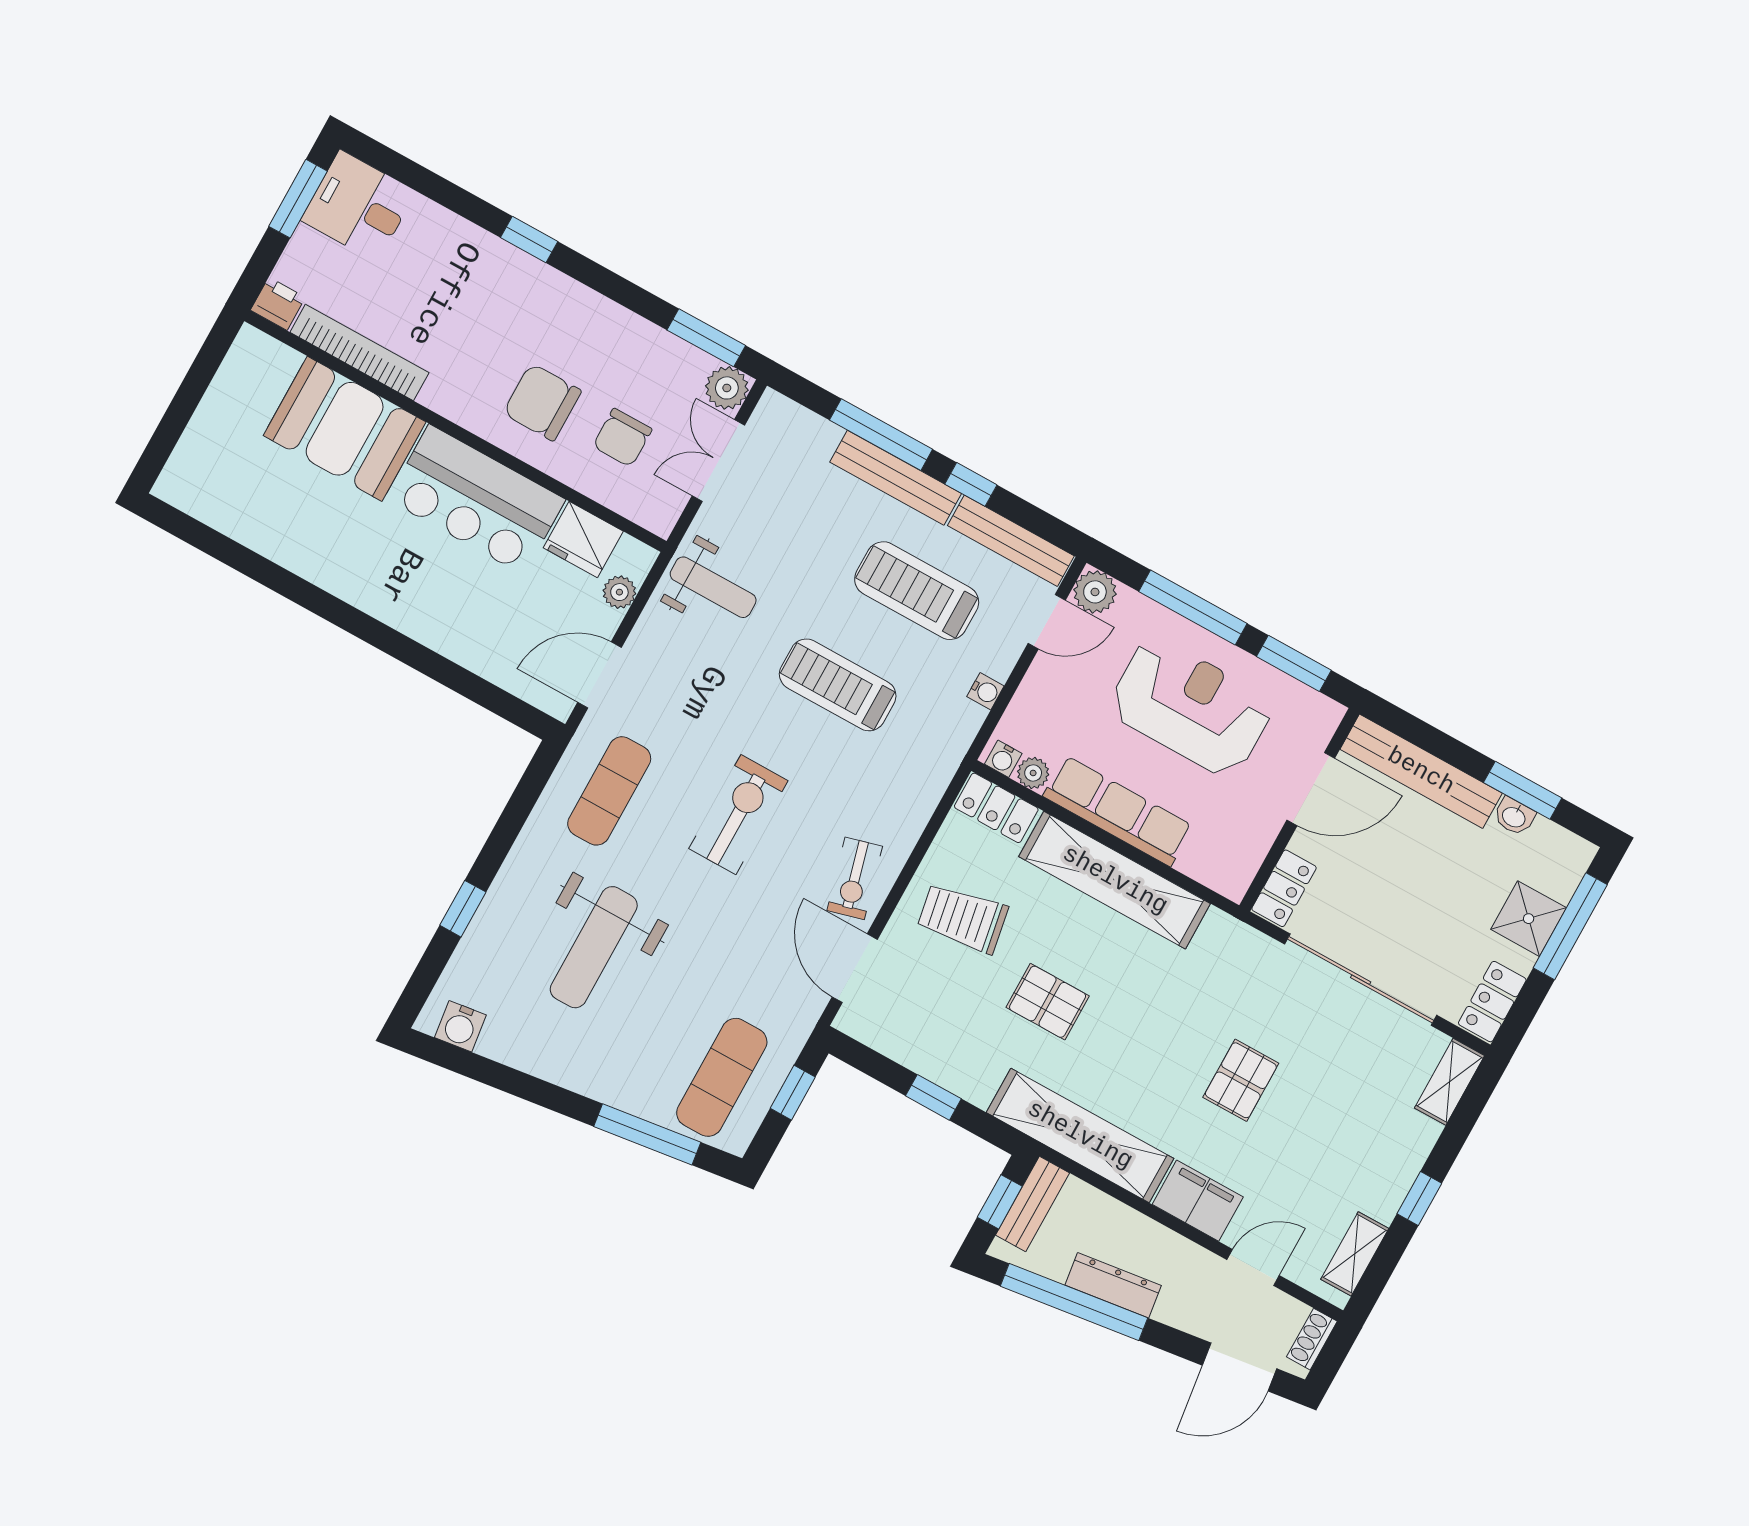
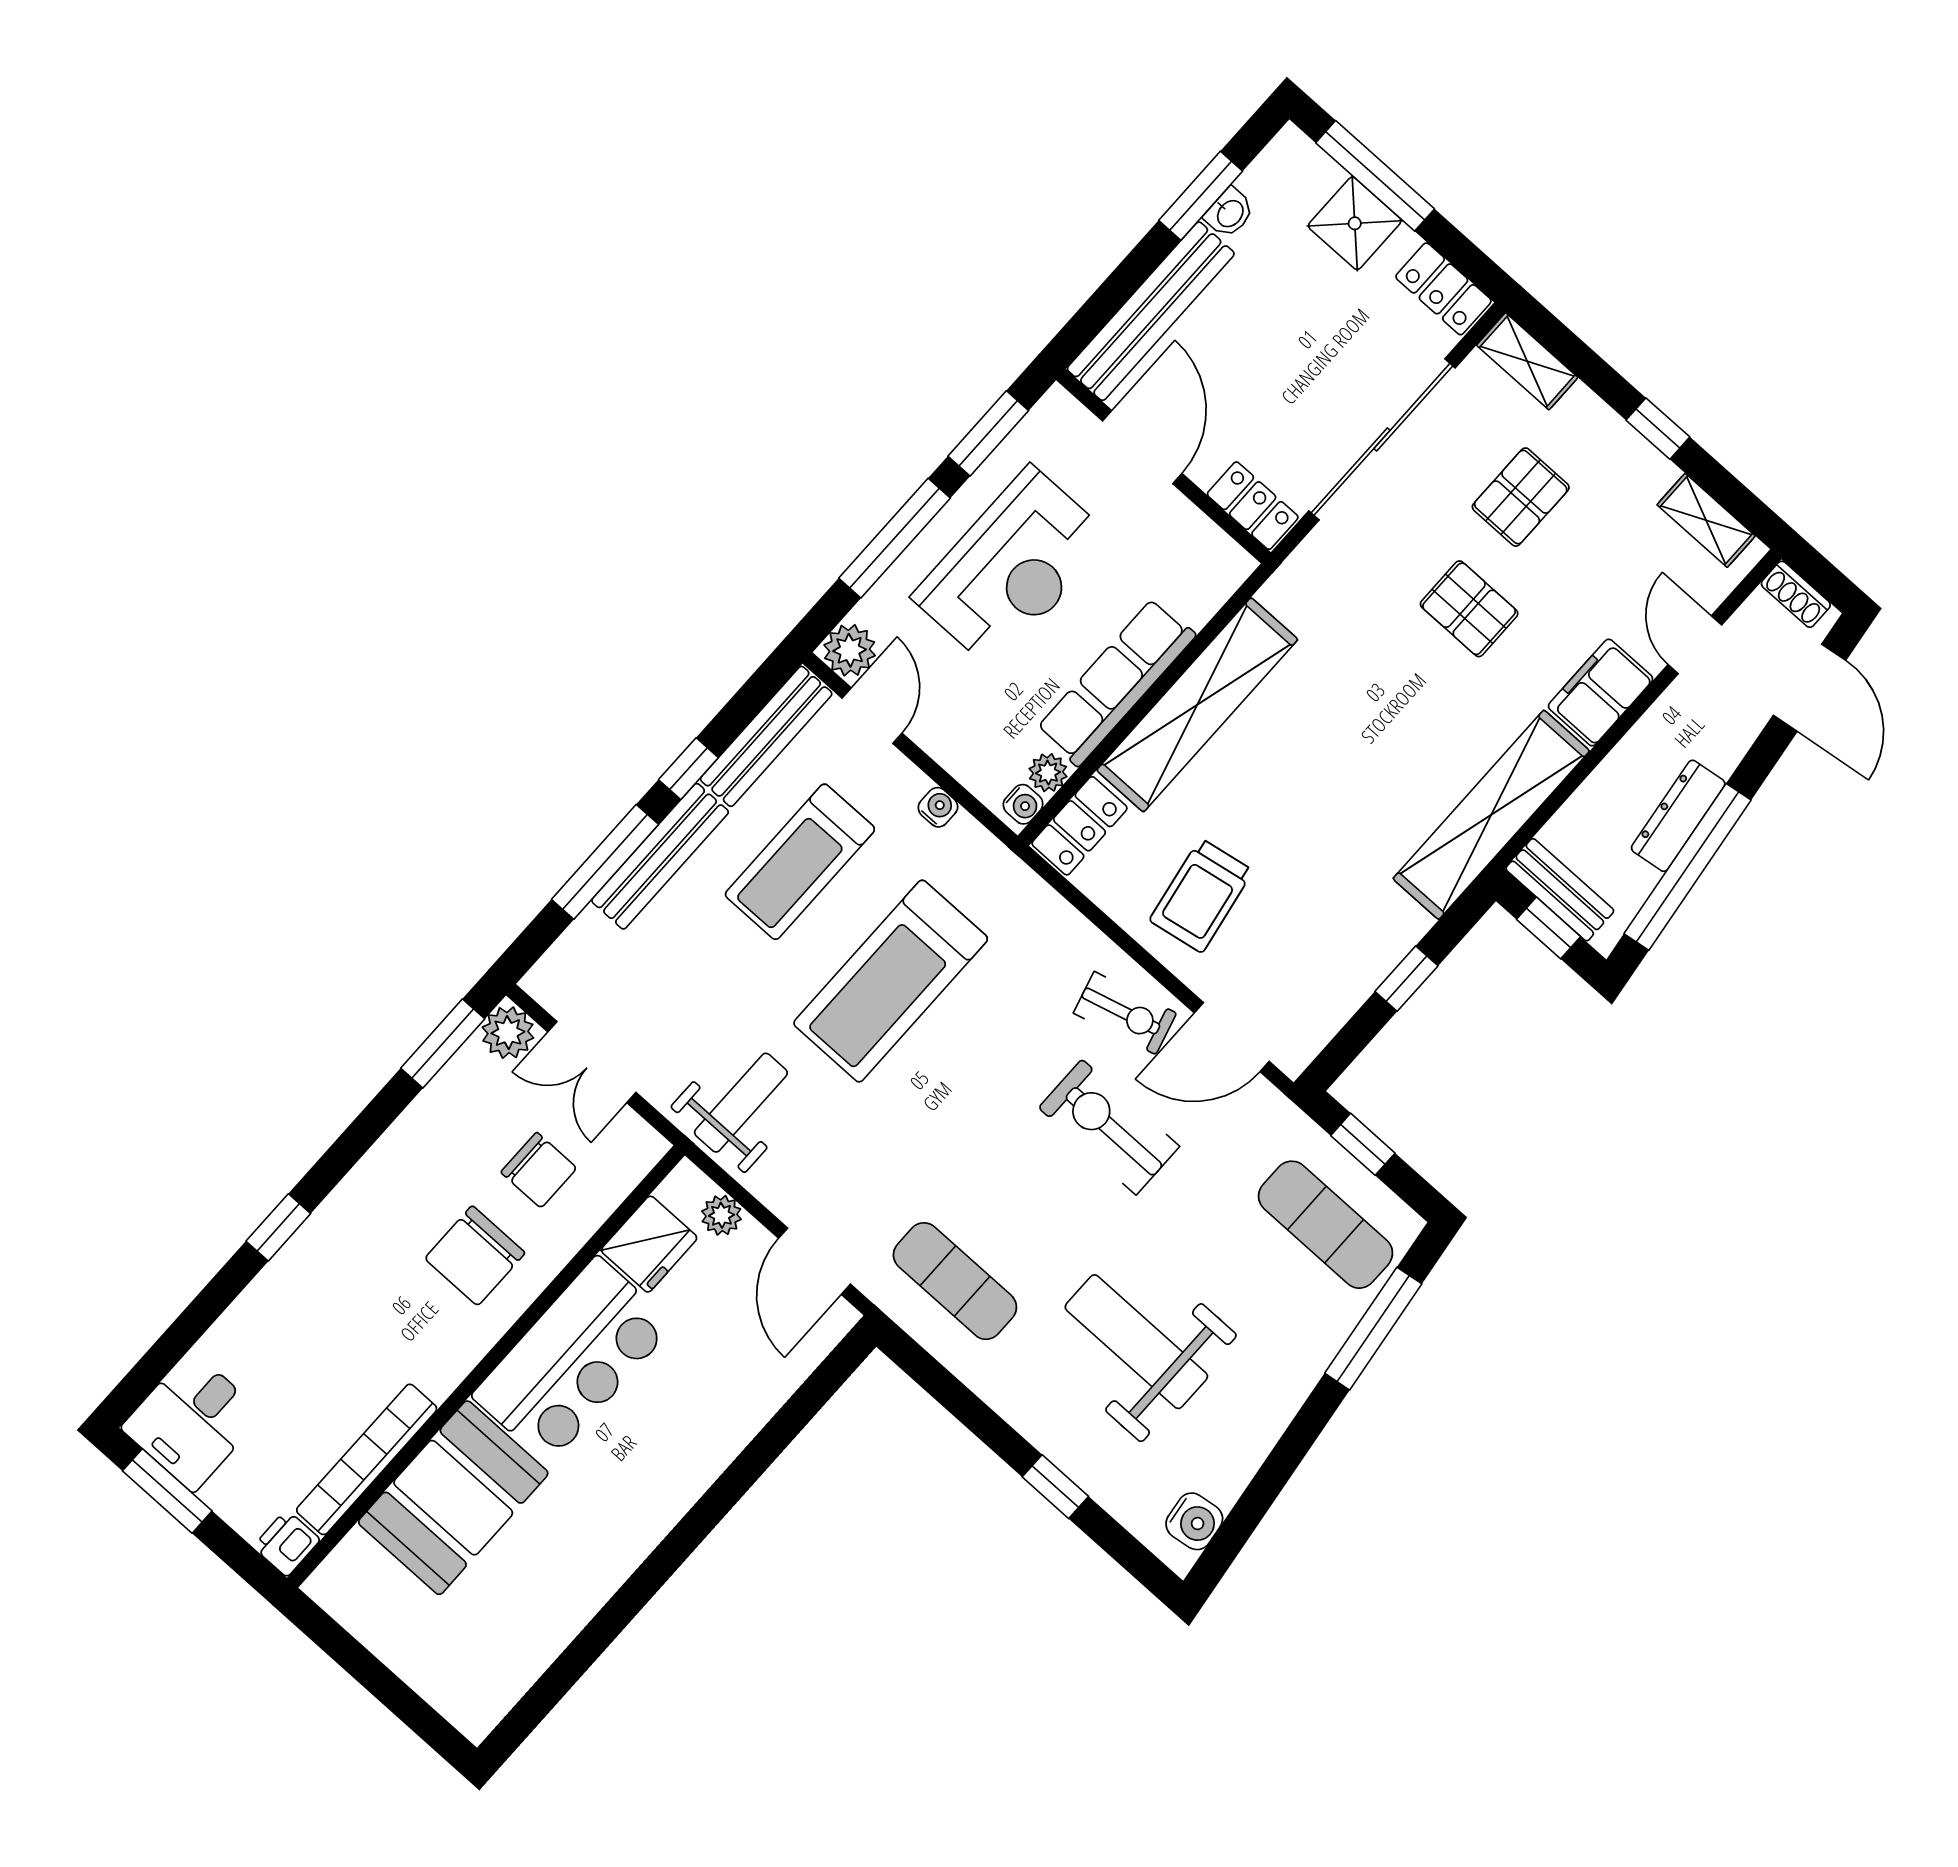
treadmill: (838, 685) -> (891, 981), width x1.37, depth x1.38
reception desk: (1191, 707) -> (1012, 568), turned 180
exercise bike: (738, 815) -> (1109, 1127), moved
weight bench: (594, 947) -> (1136, 1342), turned 180
pallet: (1048, 1002) -> (1521, 497), moved

